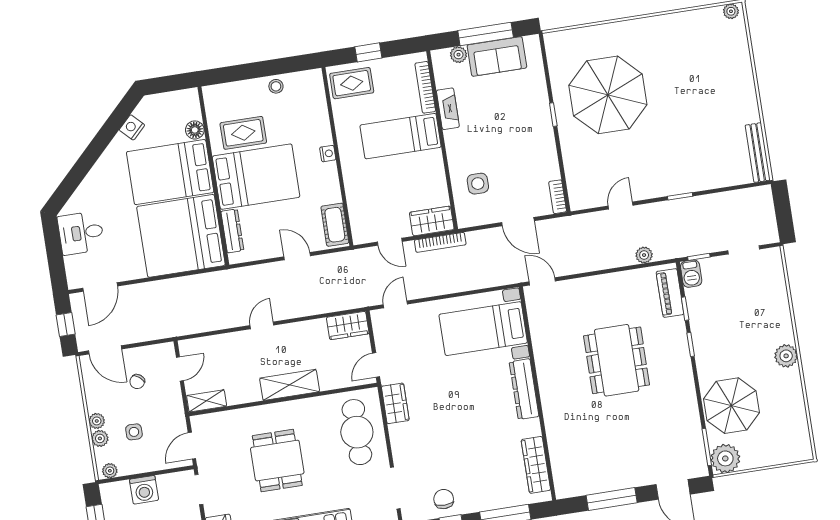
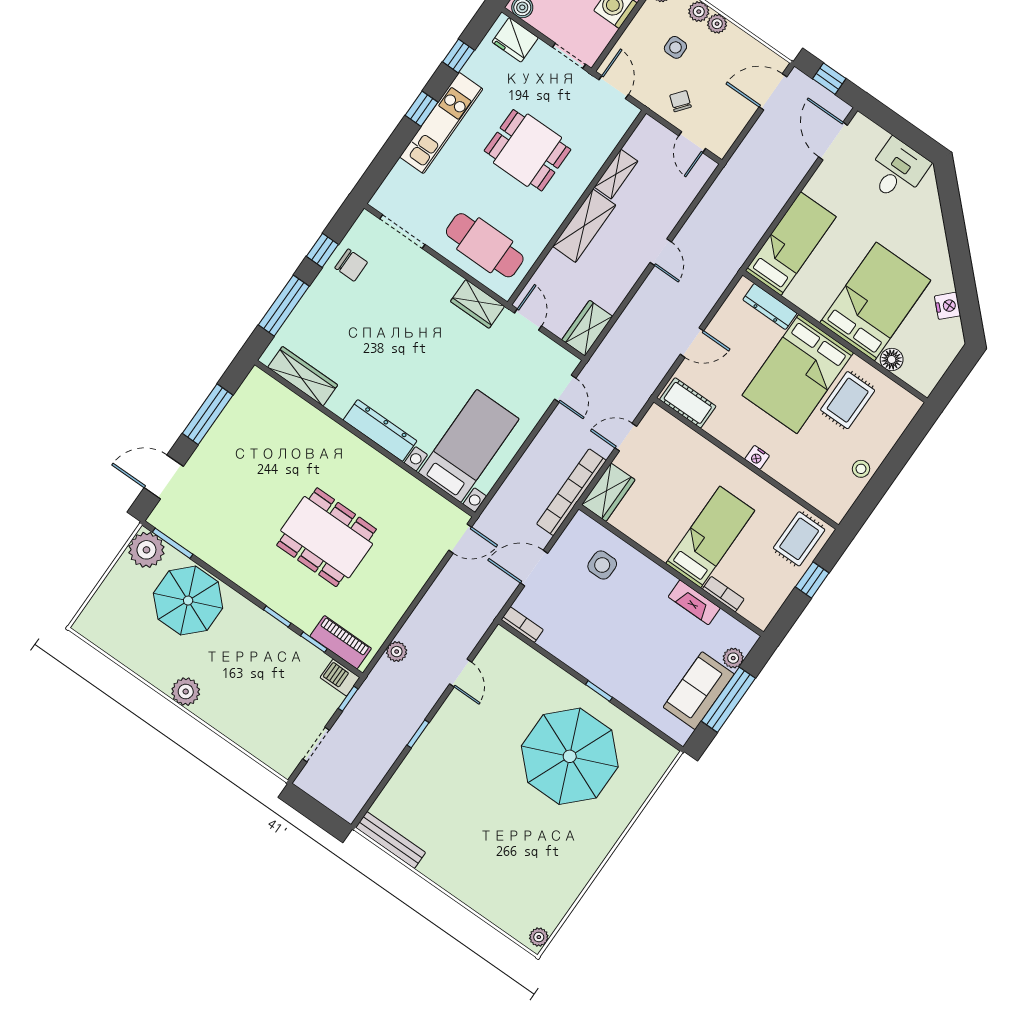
bookcase: (425, 87) -> (723, 594), width x0.64
bed: (181, 236) -> (791, 244), width x0.49
bookcase: (440, 242) -> (571, 492), width x1.48, depth x1.31
chair: (137, 382) -> (680, 101), moved
shelving: (207, 401) -> (616, 174), moved

